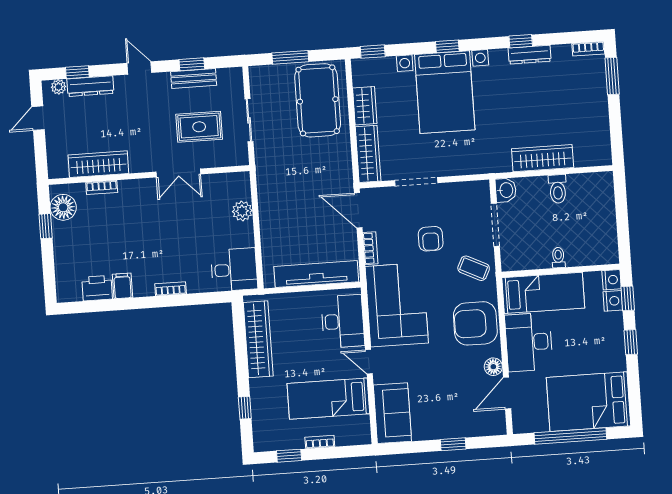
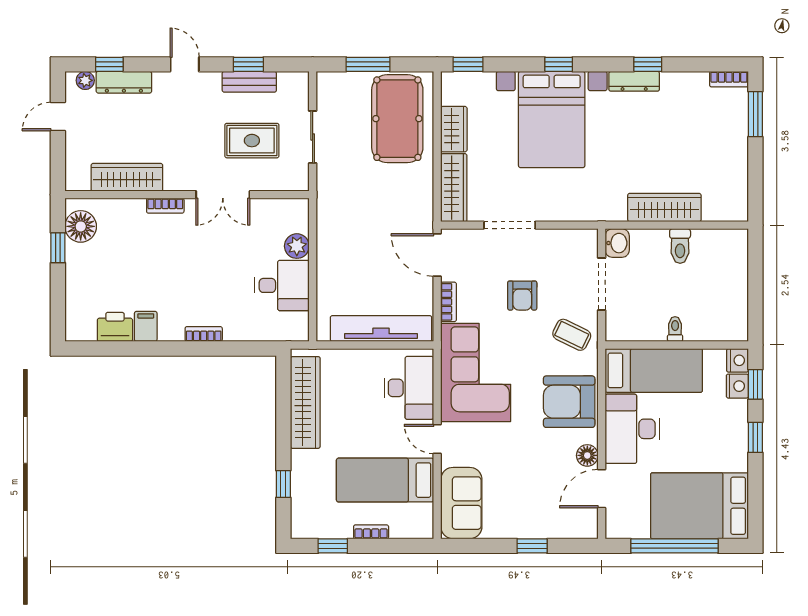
dresser: (530, 55) -> (634, 81), moved
bookcase: (102, 187) -> (165, 206), moved
desk: (234, 270) -> (282, 285), moved

